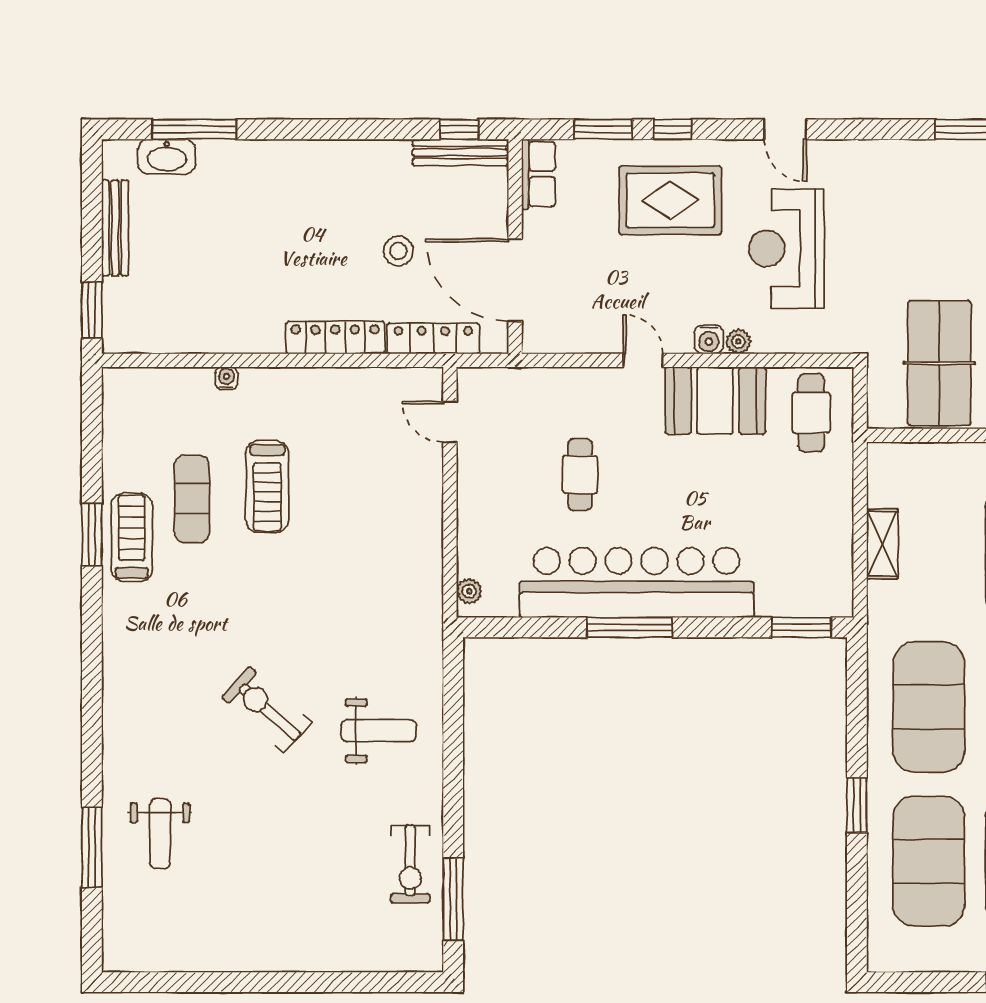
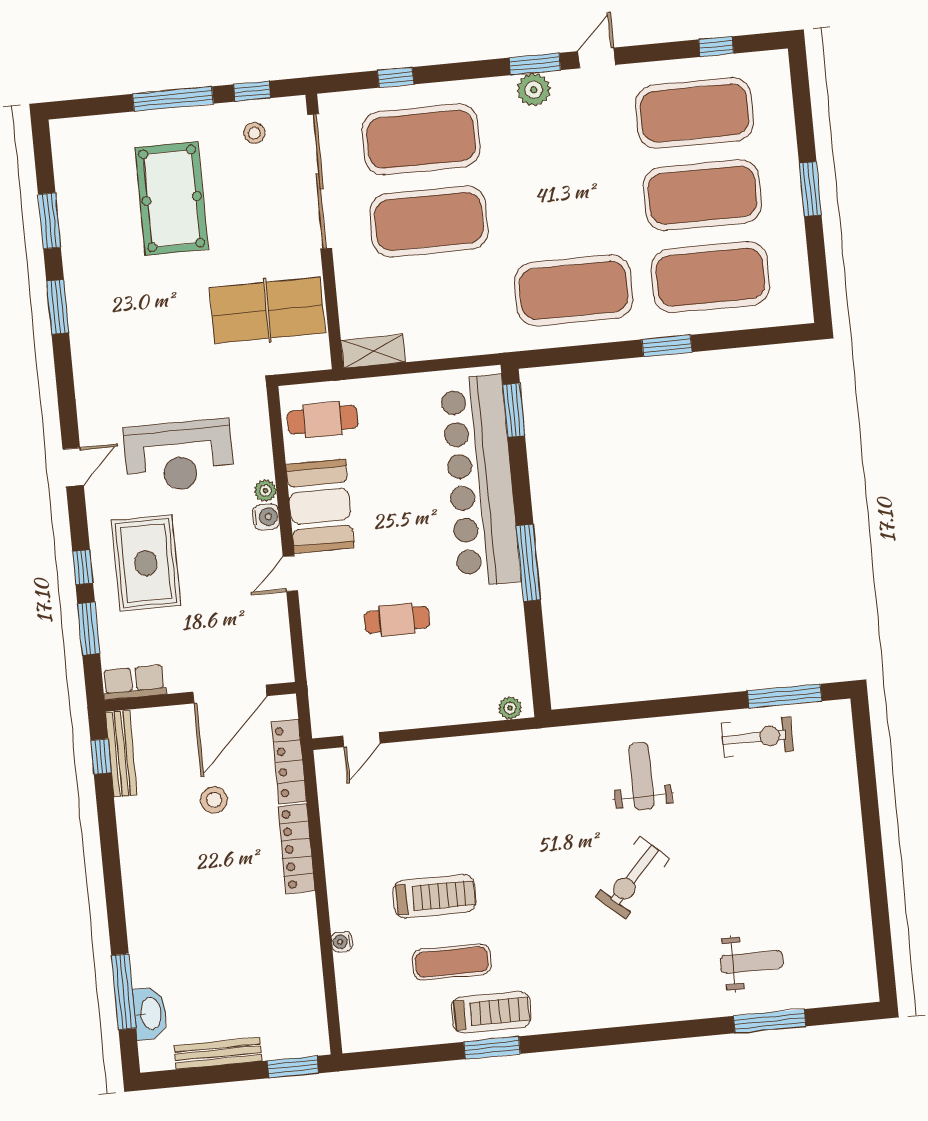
treadmill: (132, 538) -> (491, 1012), turned 180
shelving: (882, 544) -> (373, 351), moved
bar counter: (637, 583) -> (480, 481), moved

